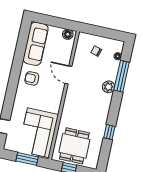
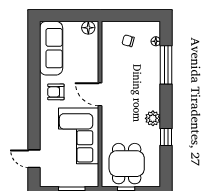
door: (68, 75) -> (100, 94), moved
plant: (109, 87) -> (153, 118), moved
corner sofa: (38, 133) -> (79, 136), moved

